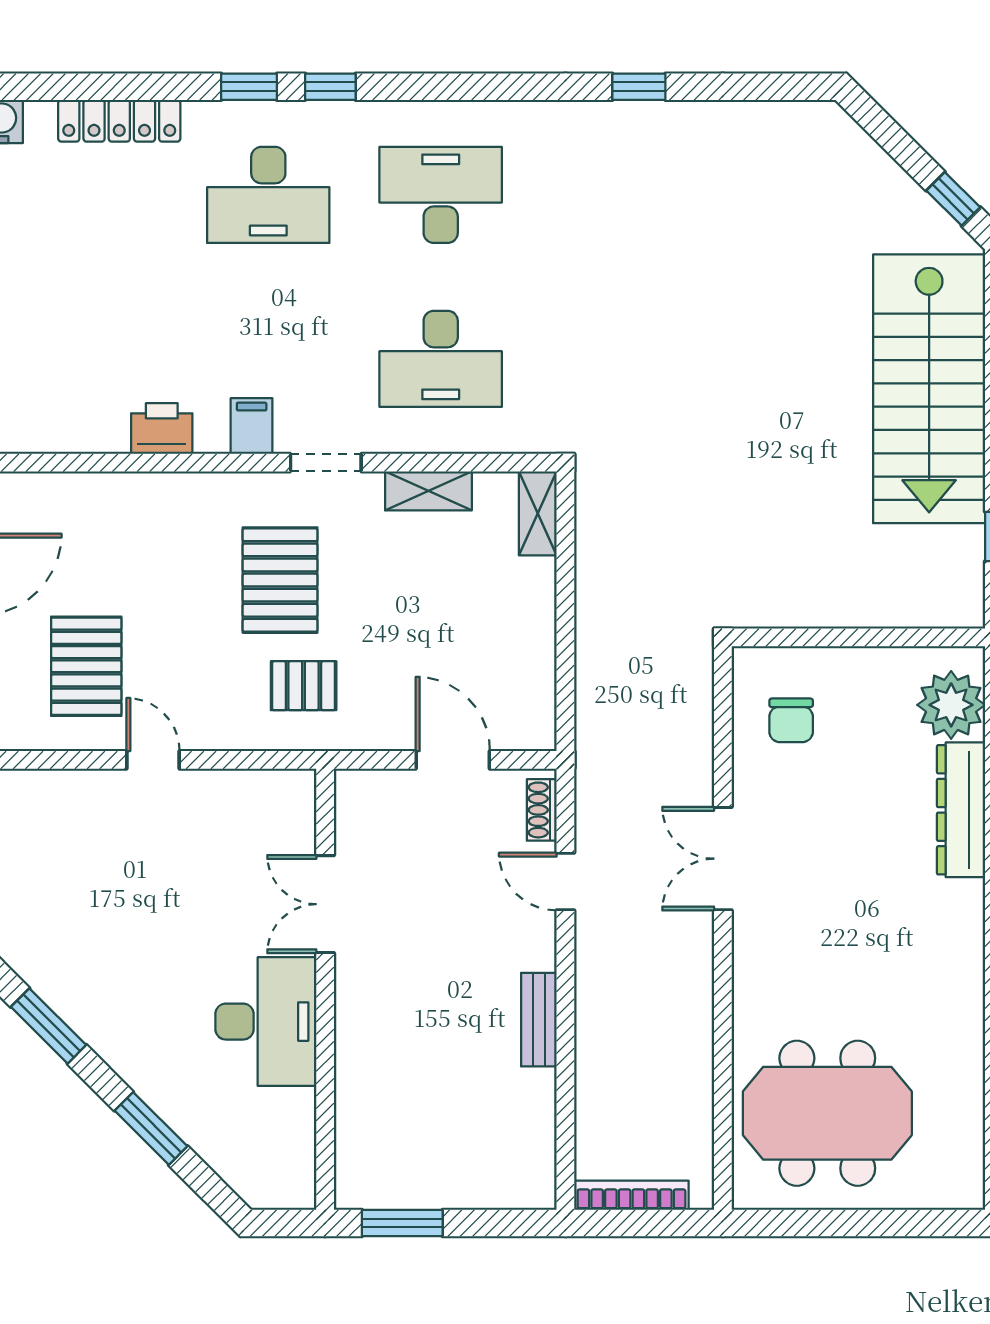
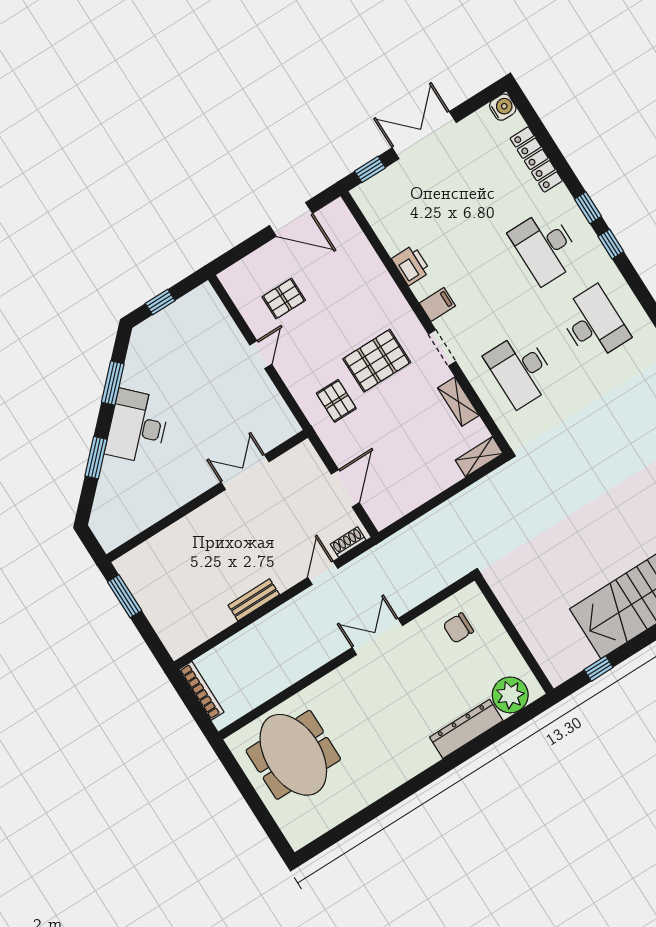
pallet: (86, 666) -> (284, 299), width x0.67, depth x0.71
desk: (266, 1022) -> (137, 427), moved, turned 135

